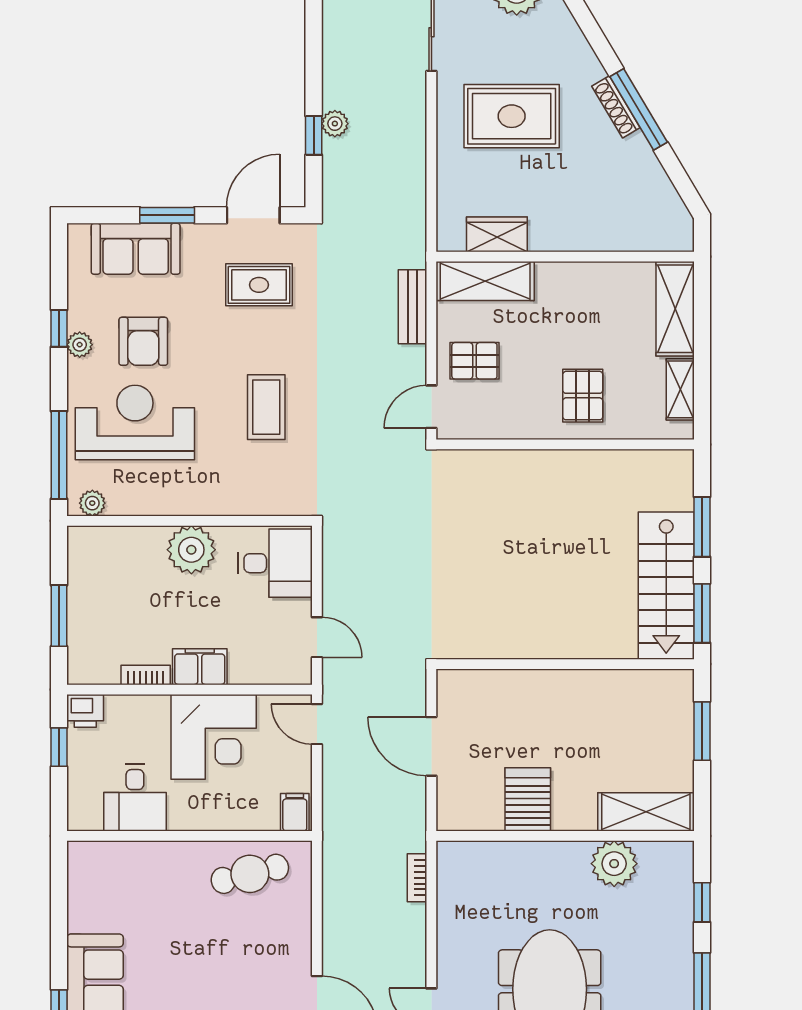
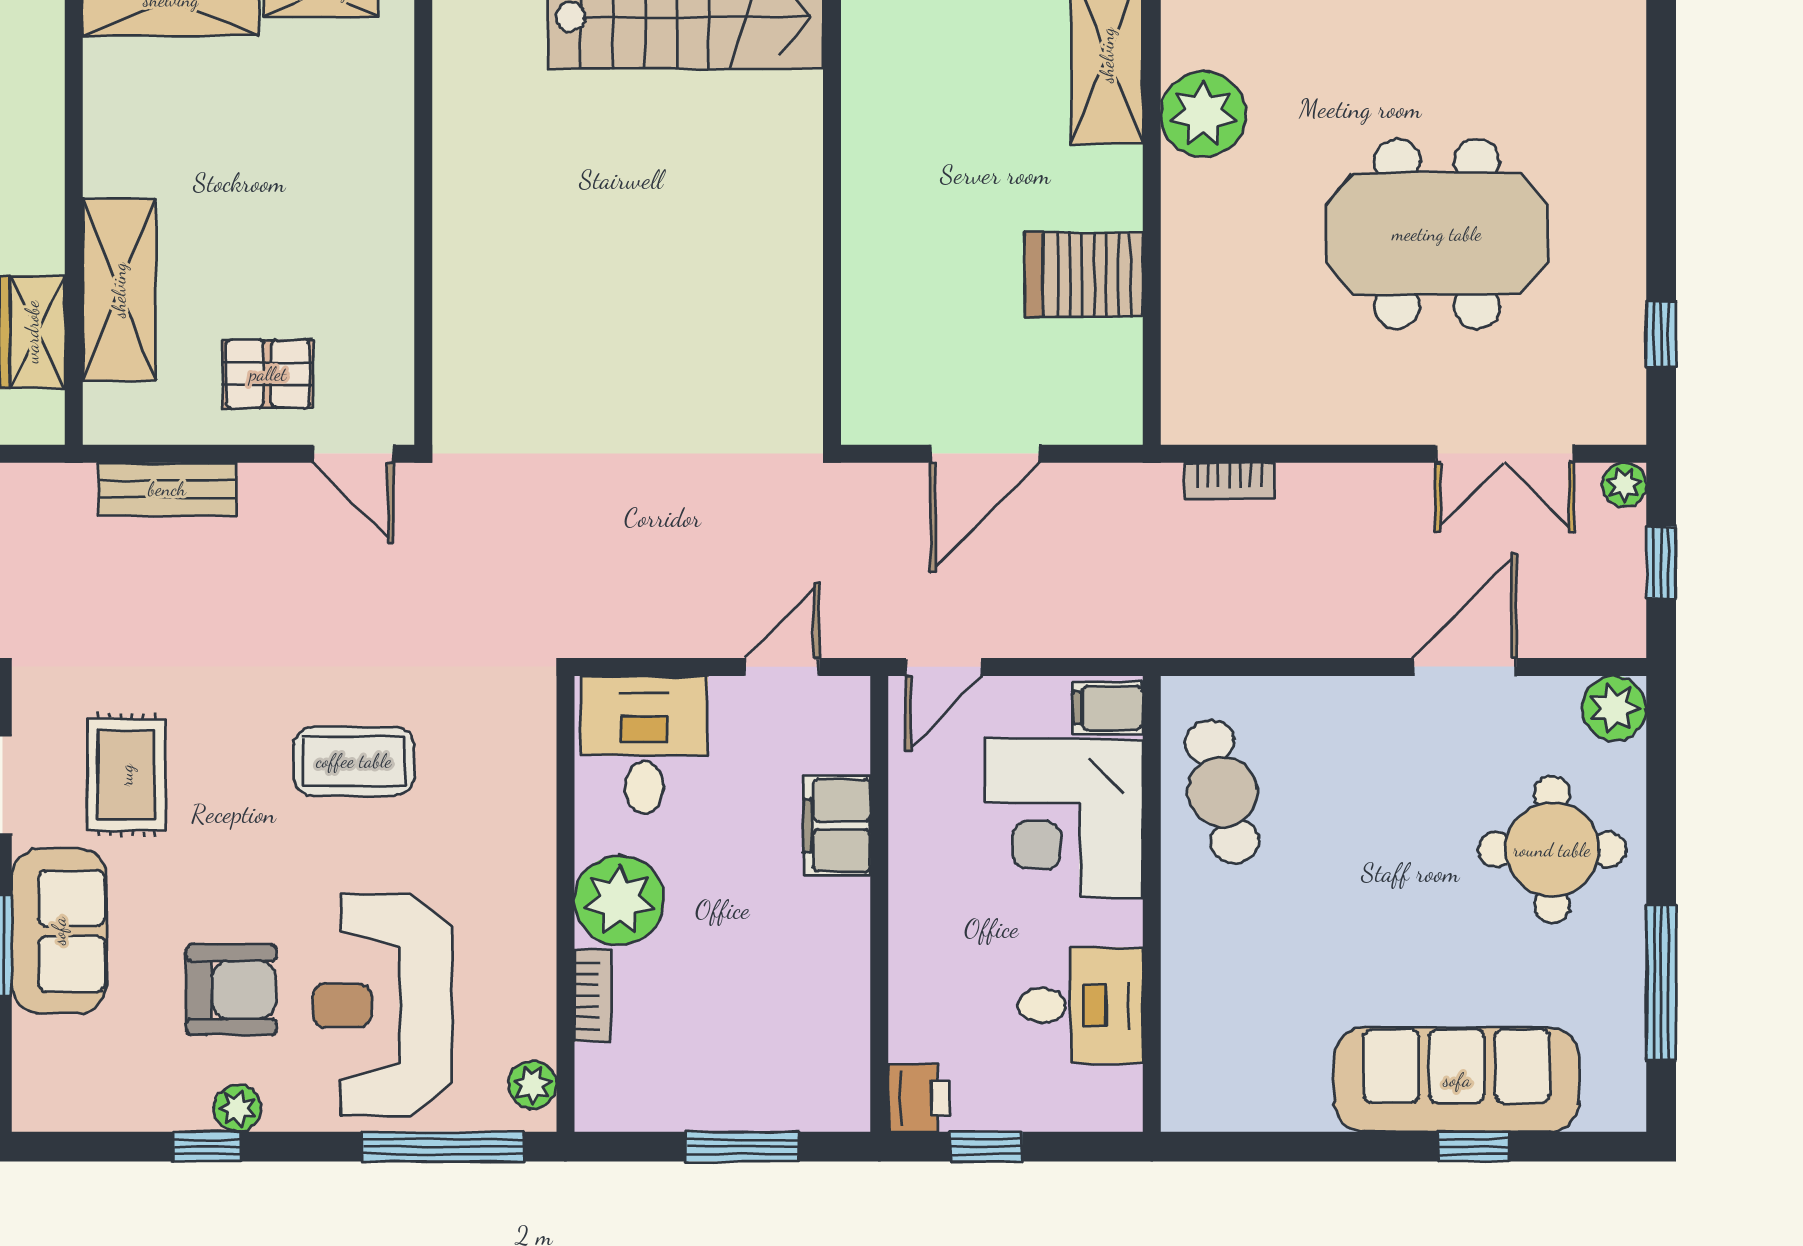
sofa: (136, 249) -> (59, 931), moved
shelving: (485, 281) -> (119, 290), moved
pallet: (474, 361) -> (268, 374), turned 90
pallet: (583, 396) -> (332, 172), removed
filing cabinet: (200, 667) -> (837, 826), moved
bookcase: (146, 675) -> (593, 996), moved, turned 180
corner desk: (214, 737) -> (1064, 818), moved, turned 180

